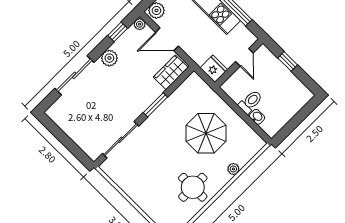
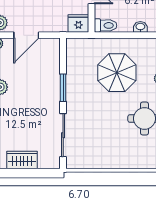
wardrobe: (171, 72) -> (22, 160), moved, turned 90
toilet: (250, 102) -> (106, 25), moved, turned 90

